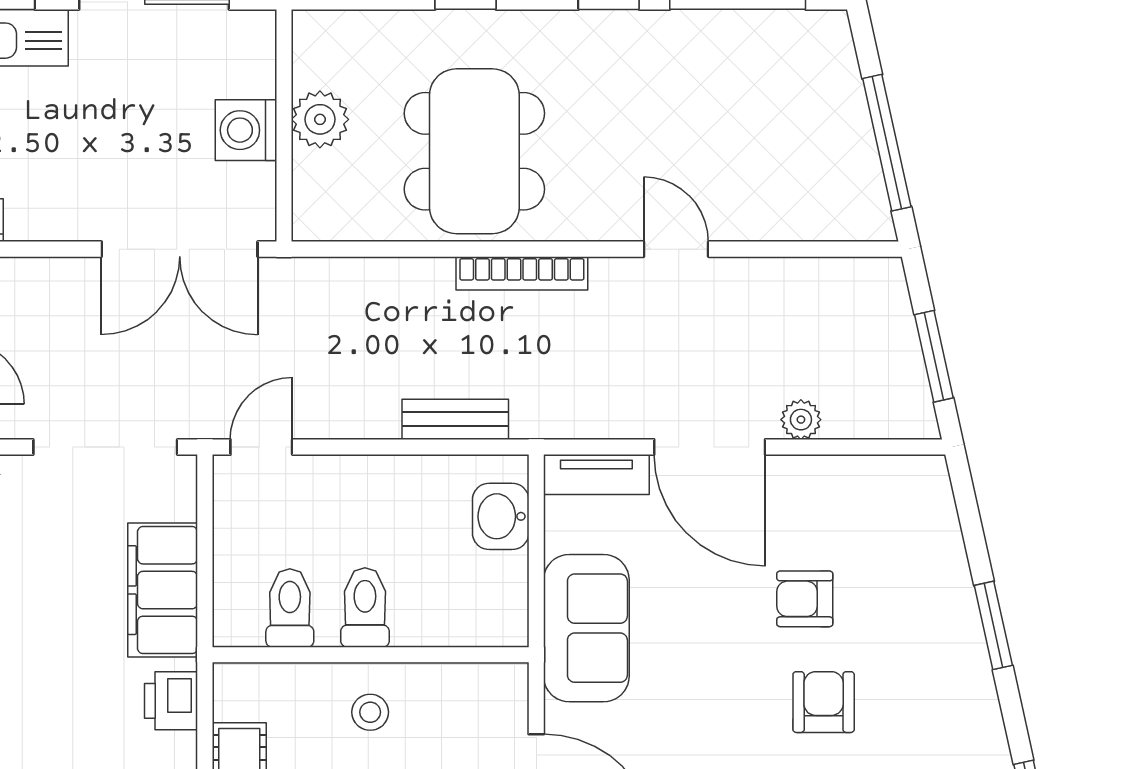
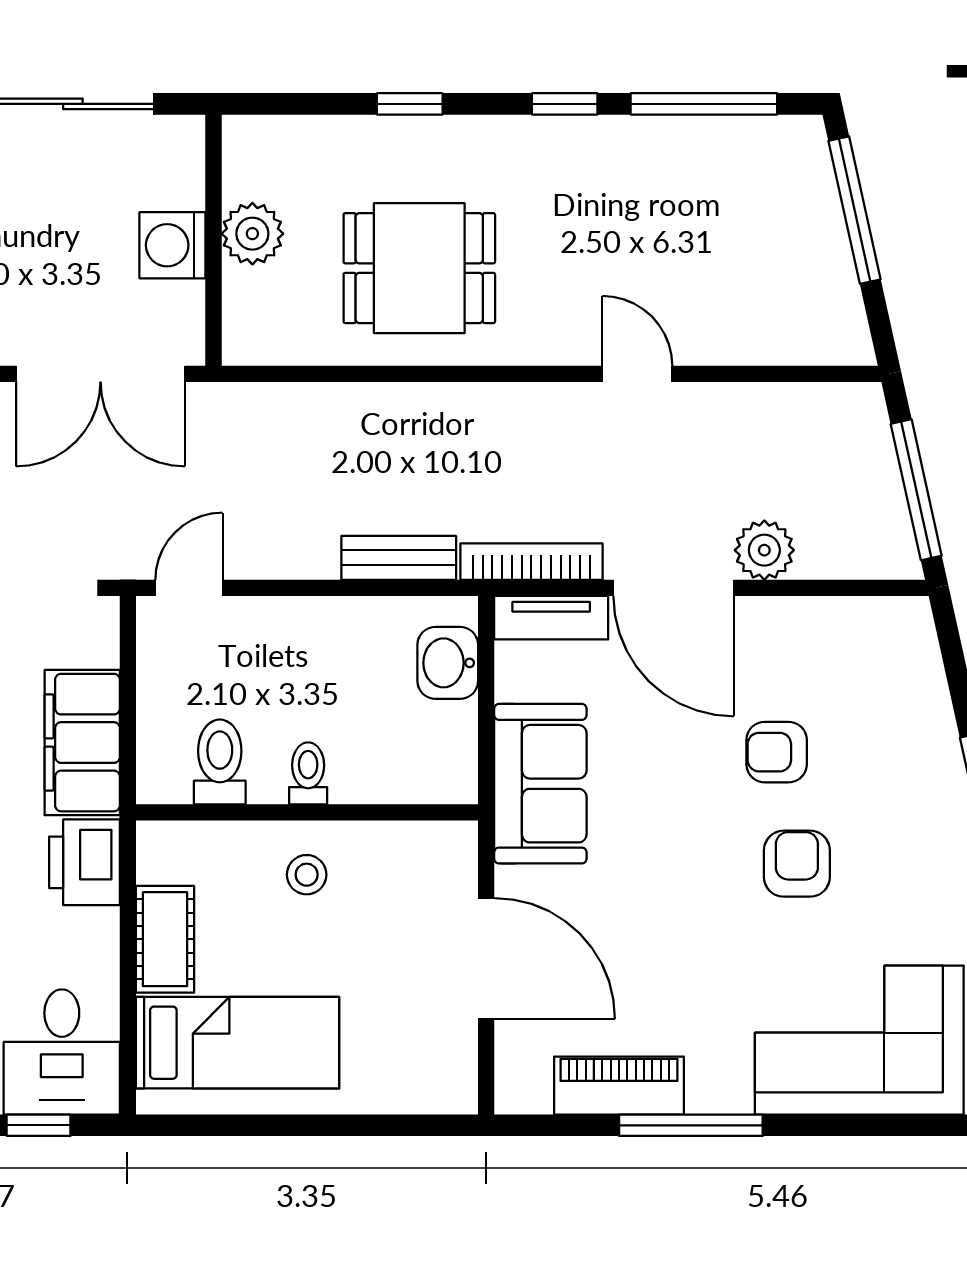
window: (887, 143) -> (855, 210), moved
dining table: (474, 151) -> (419, 268), width x0.73
bookcase: (522, 273) -> (531, 562), moved, turned 180
window: (934, 356) -> (916, 490), width x1.44
plant: (801, 420) -> (764, 550), width x1.38, depth x1.38
toilet: (365, 607) -> (308, 773), width x0.73, depth x0.72
printer: (171, 701) -> (84, 862), width x1.36, depth x1.24

